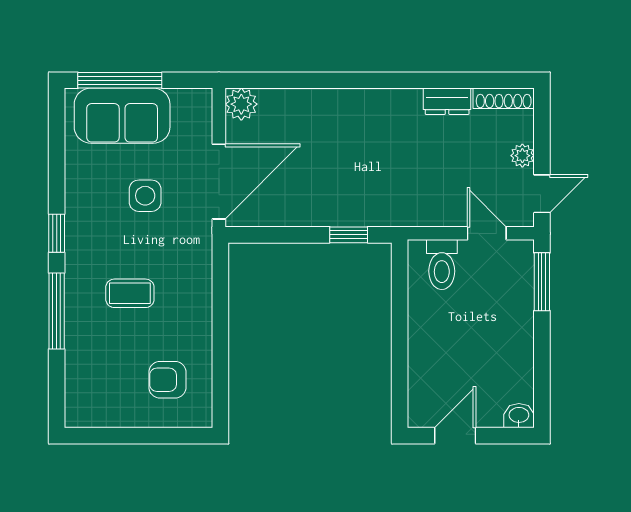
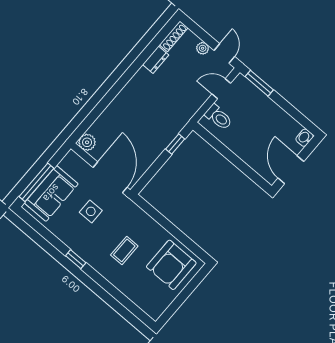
window: (57, 311) -> (106, 286), removed
armchair: (167, 380) -> (171, 265), width x1.88, depth x1.88
door: (455, 436) -> (291, 170), width x1.38

